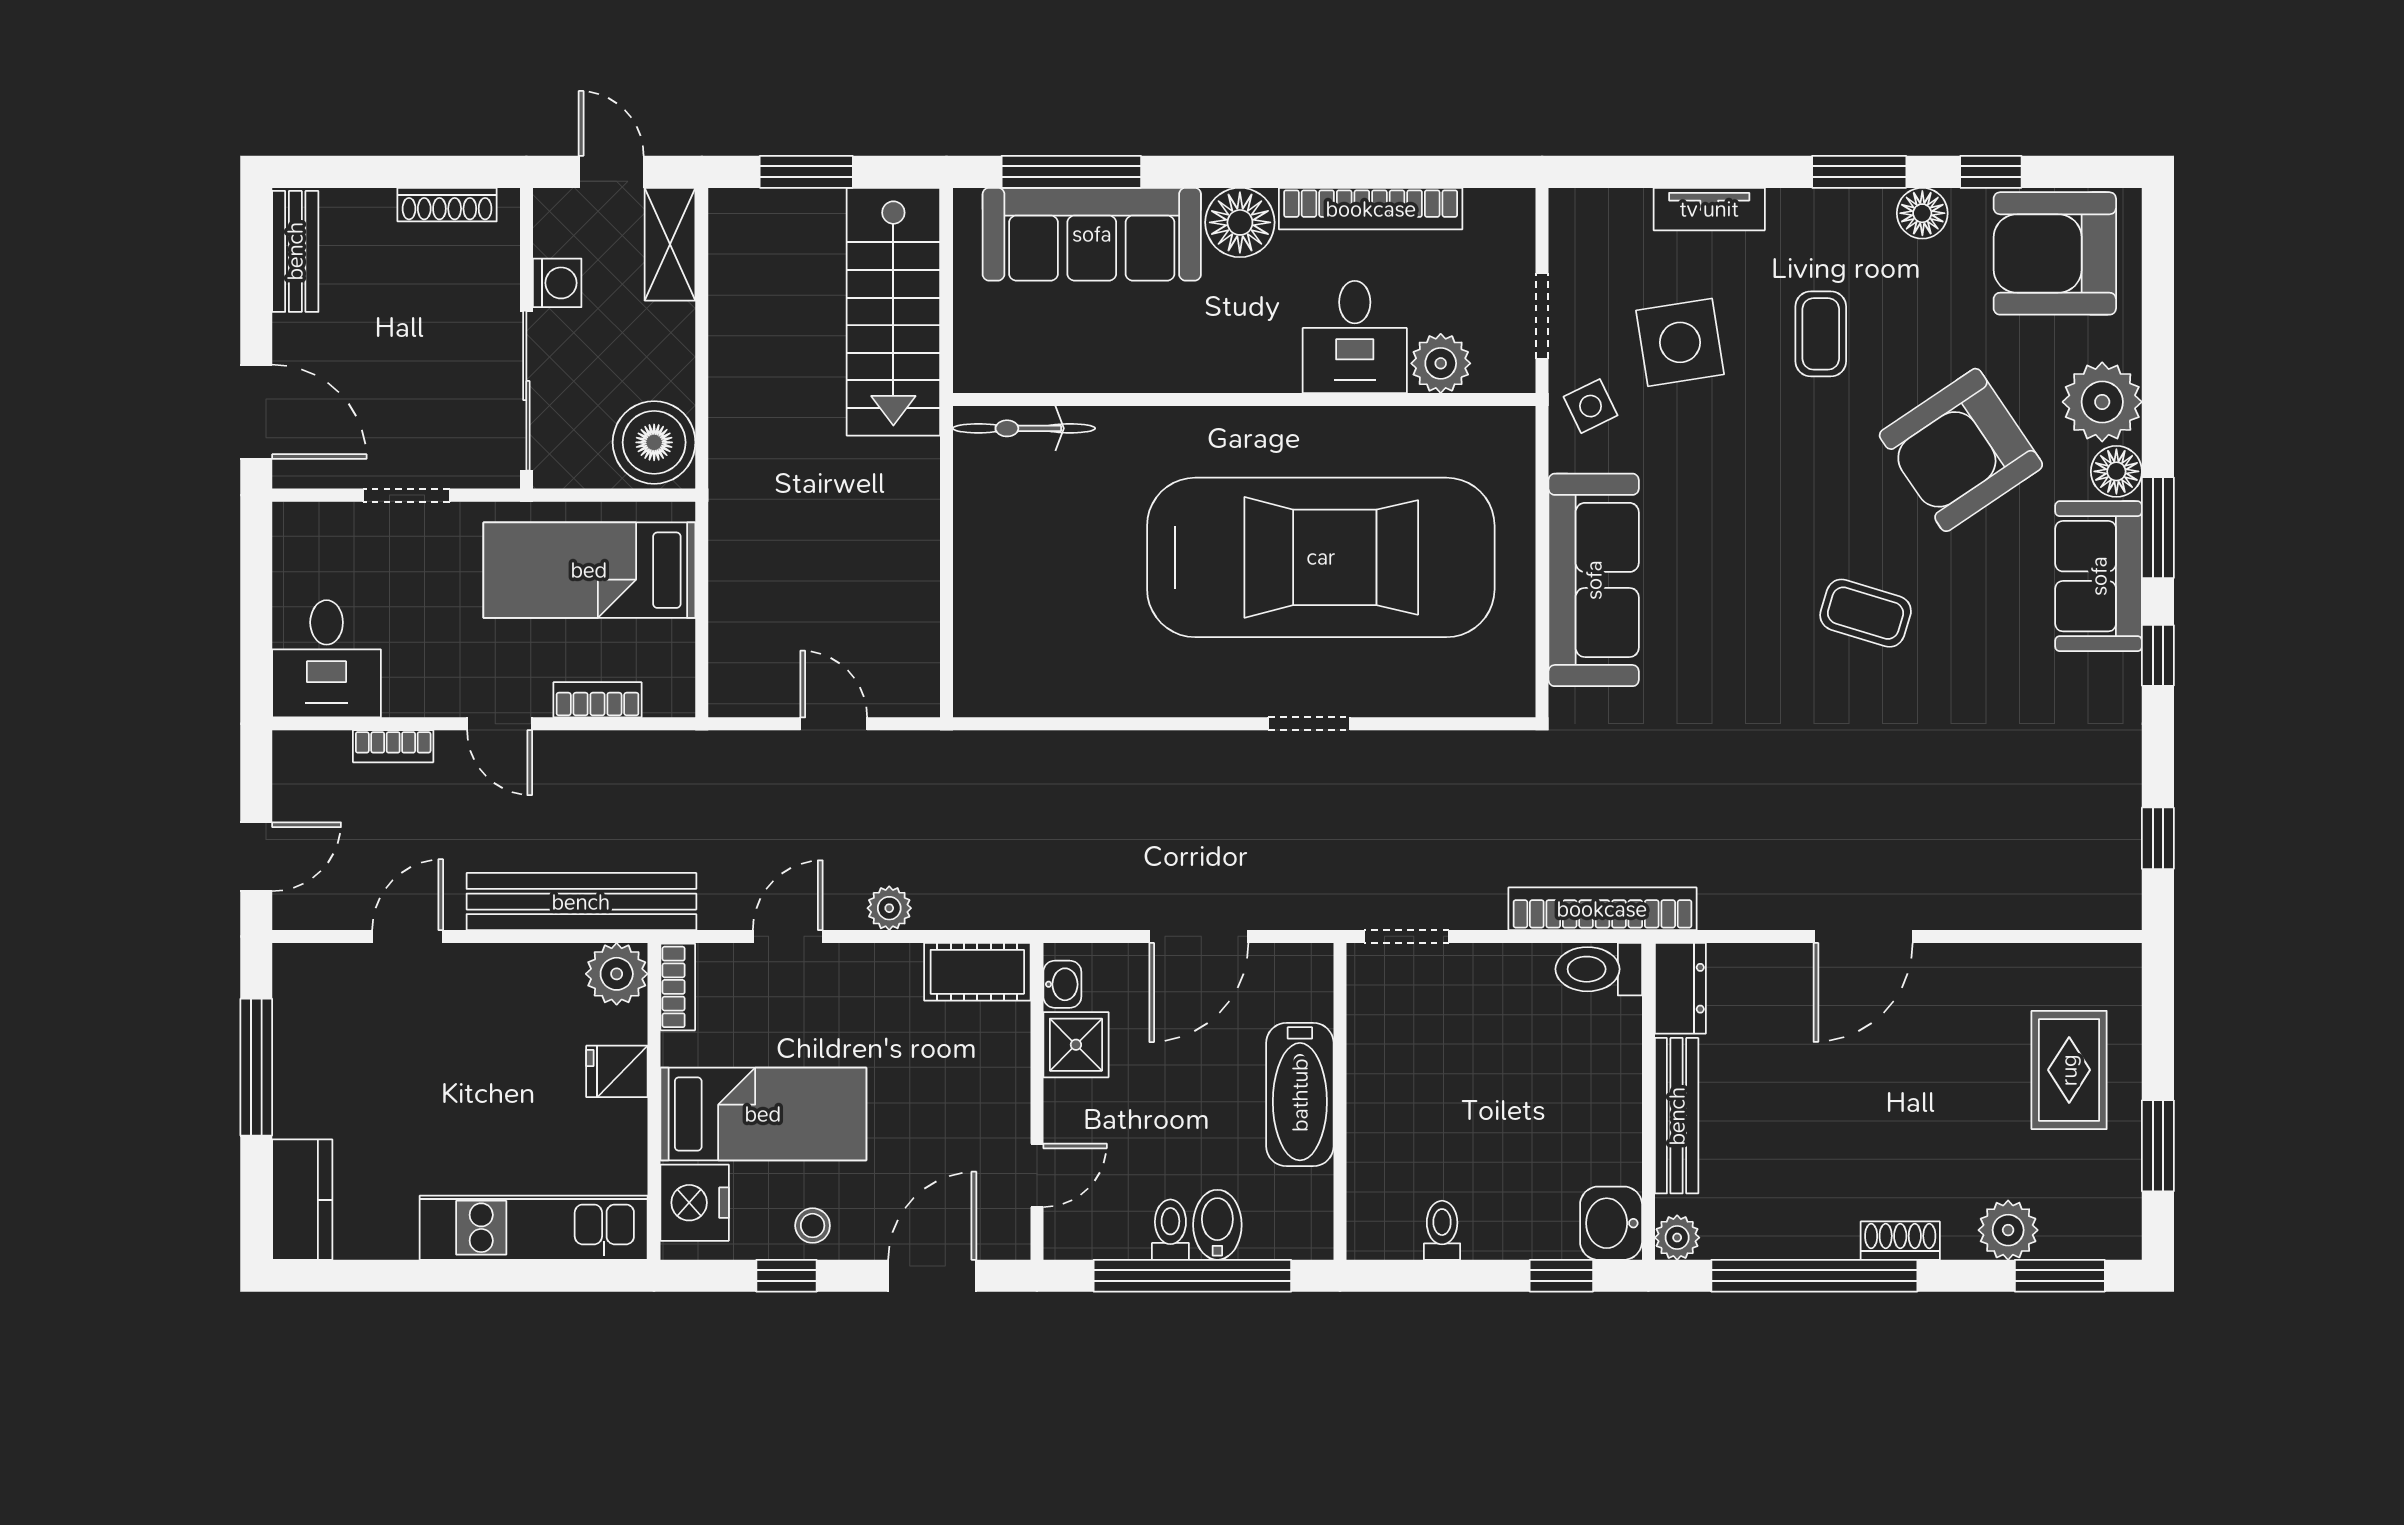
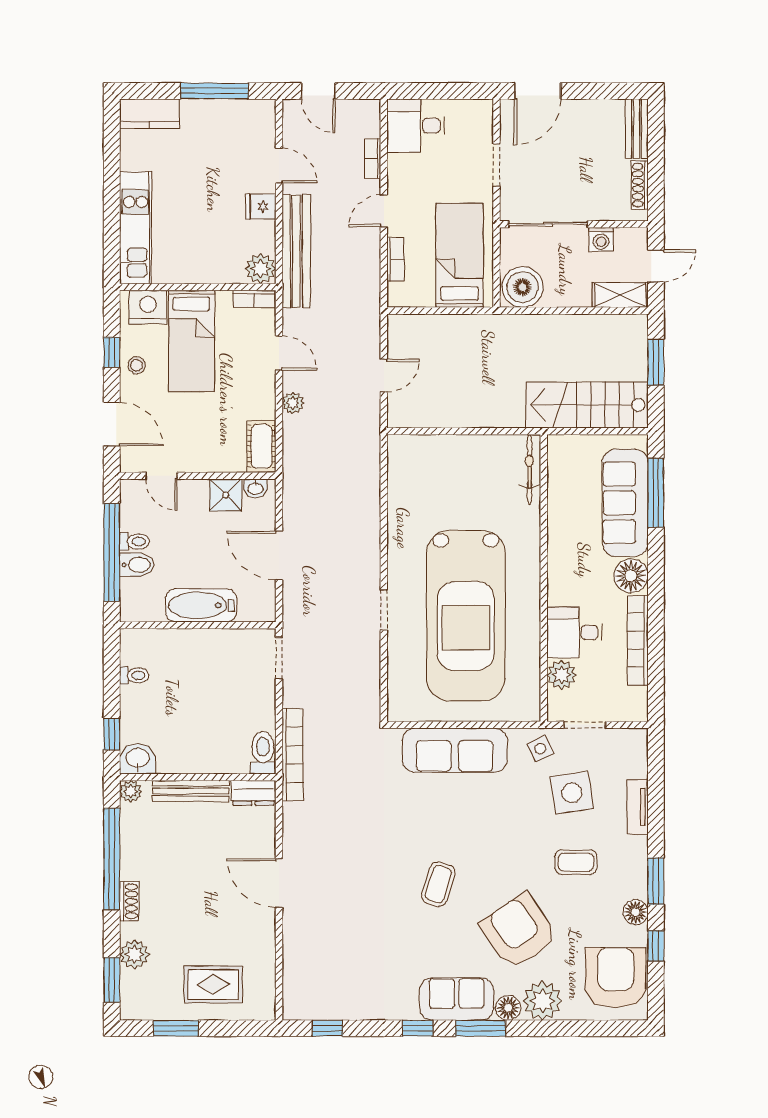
bench: (295, 251) -> (637, 129), moved, turned 90
fridge: (617, 1071) -> (261, 207), moved, turned -90

